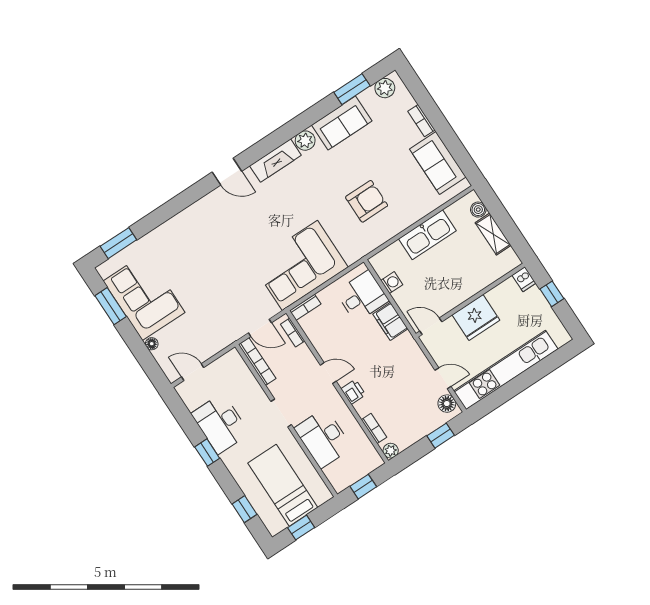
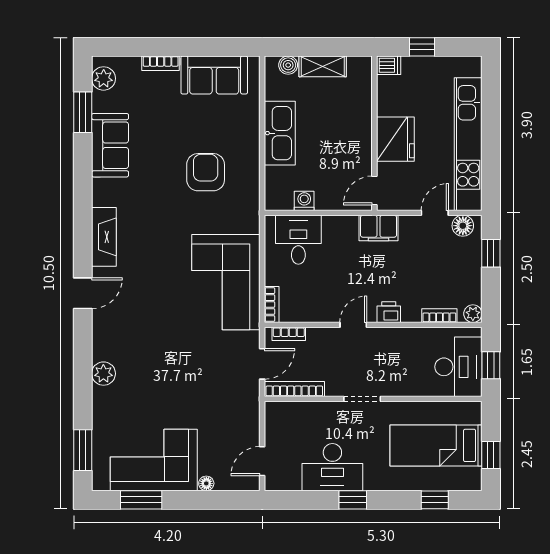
plant: (305, 141) -> (103, 374), moved
filing cabinet: (390, 321) -> (378, 228), moved
desk: (323, 438) -> (458, 367), moved, turned -90

